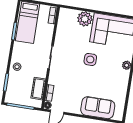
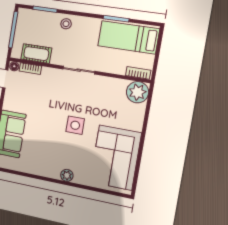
plant: (85, 19) -> (137, 92), moved

